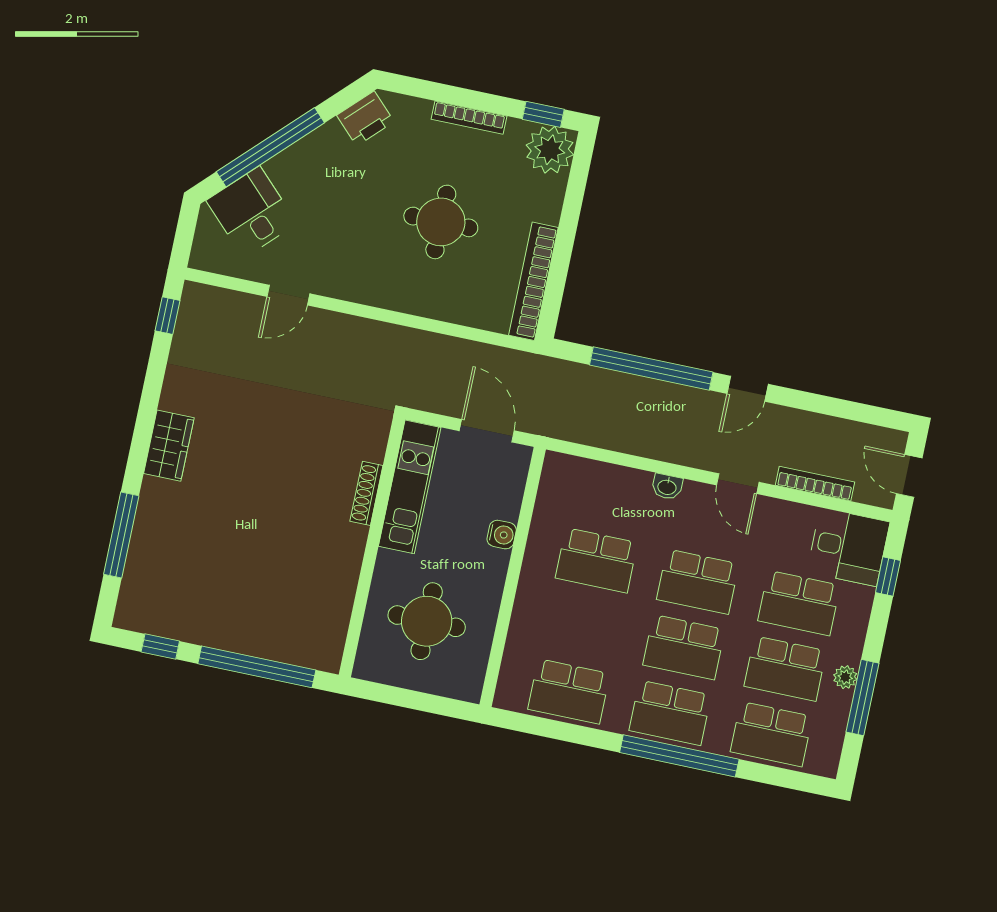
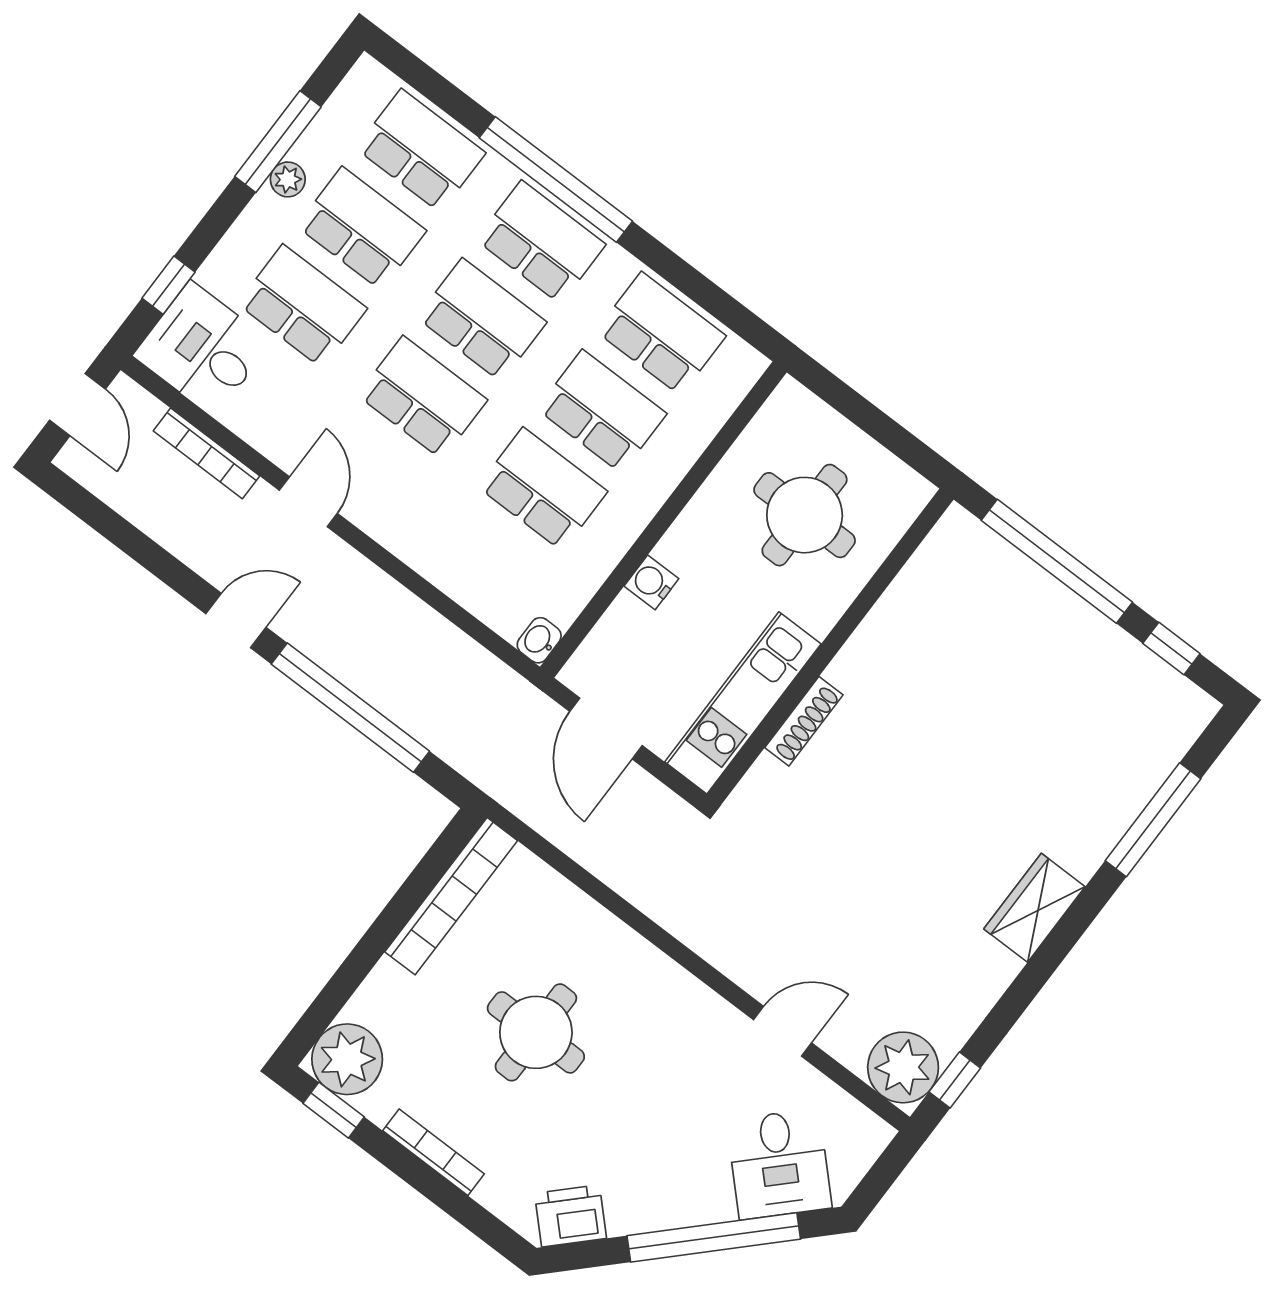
plant: (203, 308) -> (903, 1067), added
washbasin: (667, 487) -> (539, 640), moved, turned -90
school desk: (583, 626) -> (602, 411), added

